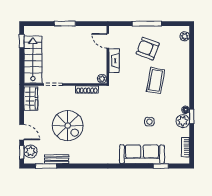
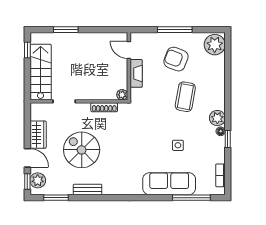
window: (65, 24) -> (66, 30), moved
plant: (185, 36) -> (215, 45), width x1.87, depth x1.87
wardrobe: (31, 99) -> (38, 135), moved
plant: (183, 121) -> (217, 118), moved
spiral stairs: (68, 126) -> (82, 150), turned 180
bench: (57, 159) -> (88, 189), moved
window: (161, 166) -> (191, 198), width x2.17

